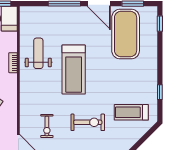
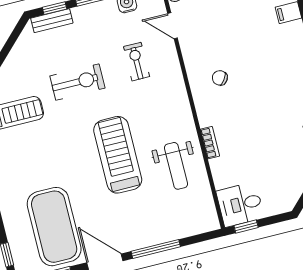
exercise bike: (88, 122) -> (77, 82), turned 180

